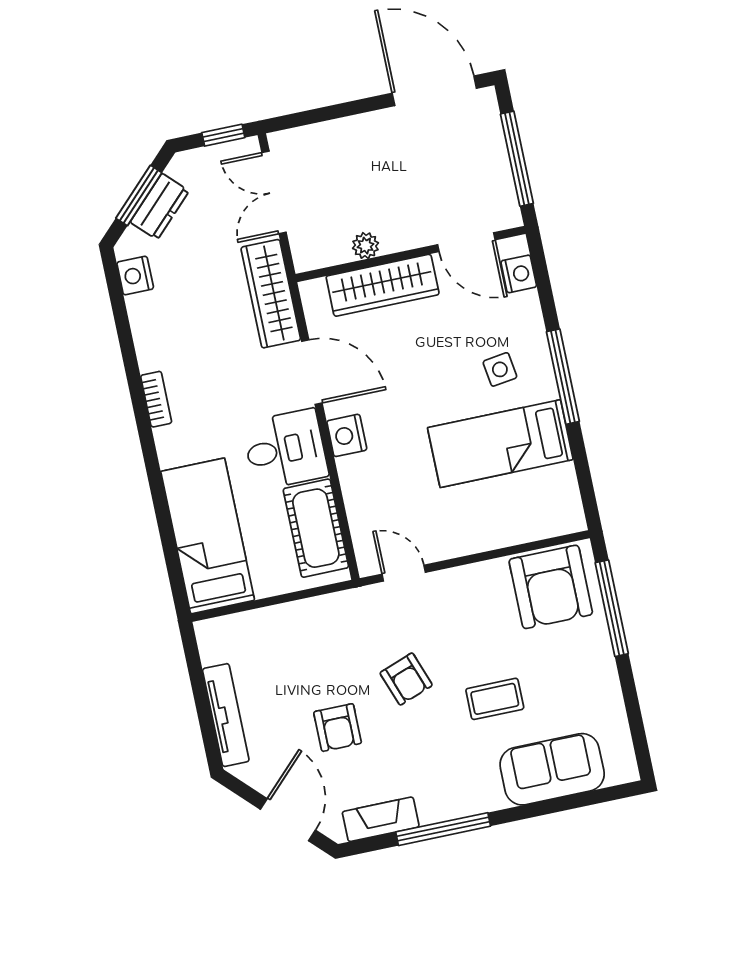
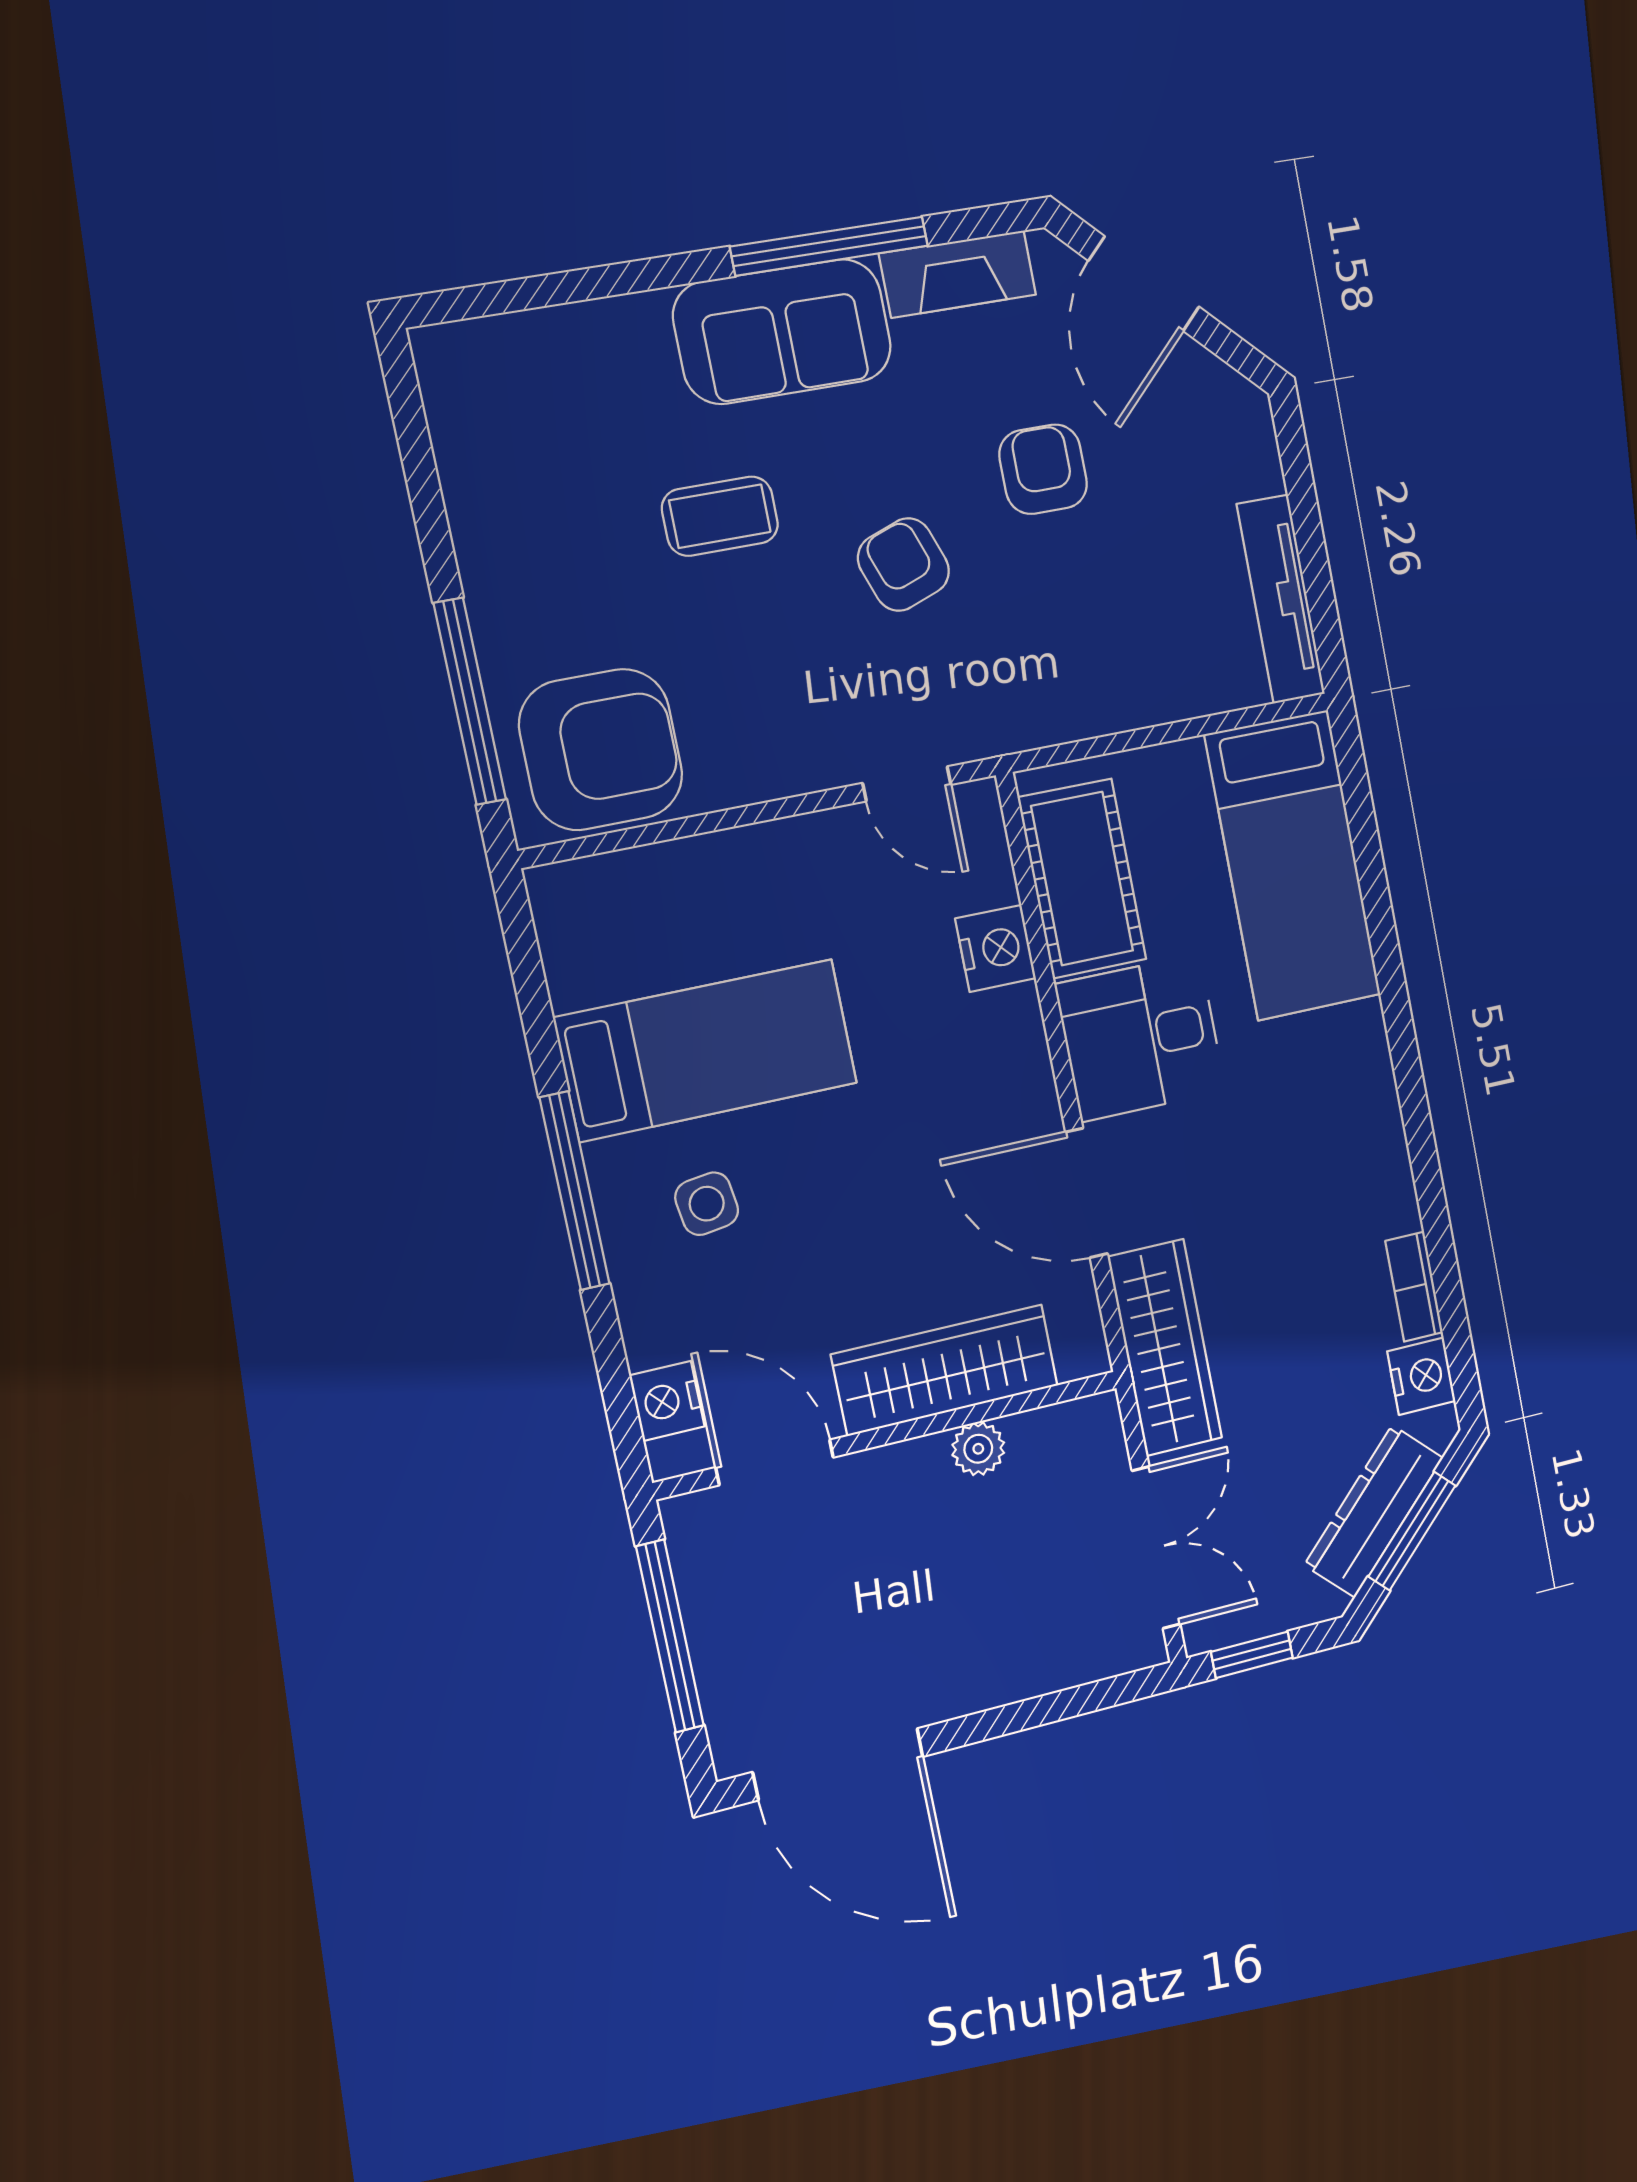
dresser: (160, 206) -> (1374, 1511), width x1.44
bookcase: (156, 399) -> (1414, 1287), moved
nightstand: (347, 435) -> (996, 948), moved
armchair: (551, 587) -> (601, 750), turned 90
tv unit: (226, 715) -> (1281, 599), moved
sofa: (552, 769) -> (782, 332), moved

